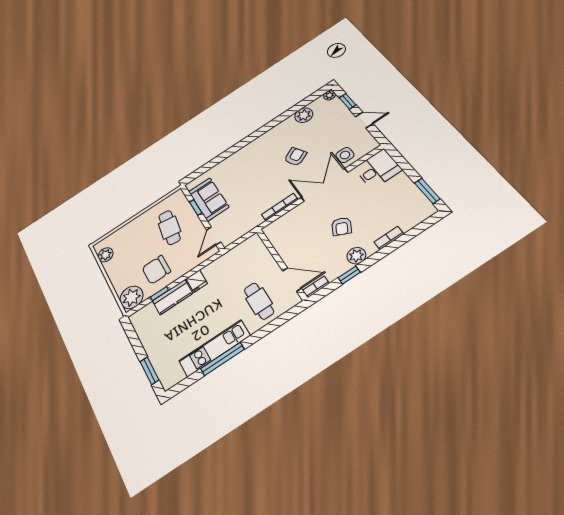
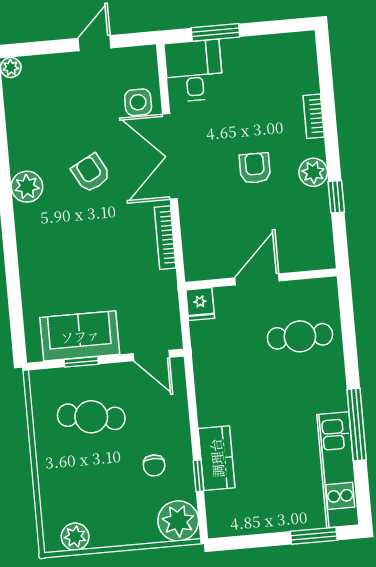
window: (348, 101) -> (42, 48), removed
plant: (304, 115) -> (27, 187), moved
window: (427, 191) -> (215, 32), moved
armchair: (342, 226) -> (255, 168), turned -117
chair: (156, 270) -> (154, 465), width x0.54, depth x0.54
door: (292, 280) -> (257, 279), moved
fridge: (197, 281) -> (200, 304), moved, turned 90
bookcase: (316, 287) -> (326, 249), removed
kitchen unit: (214, 348) -> (338, 470), moved

